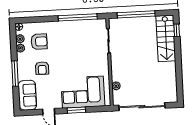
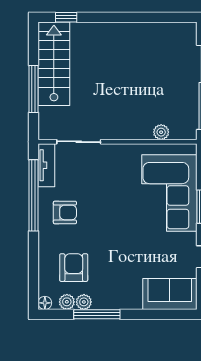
window: (136, 14) -> (34, 89), width x0.68
tv unit: (95, 24) -> (46, 165), added
stairs: (166, 38) -> (54, 64), moved, turned -90
armchair: (42, 68) -> (65, 212), moved
window: (15, 74) -> (97, 314), moved

